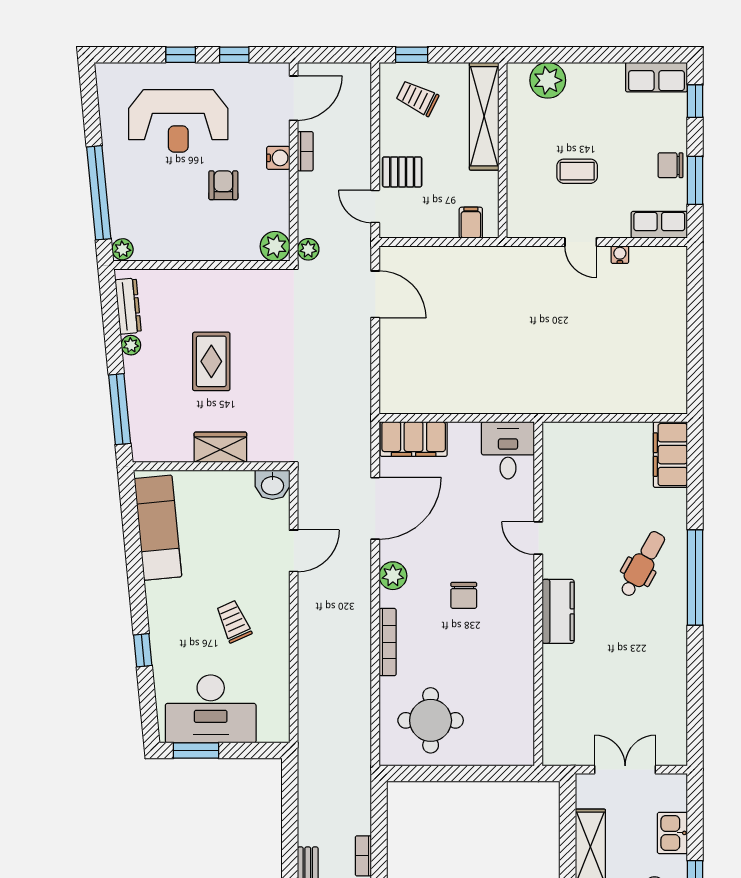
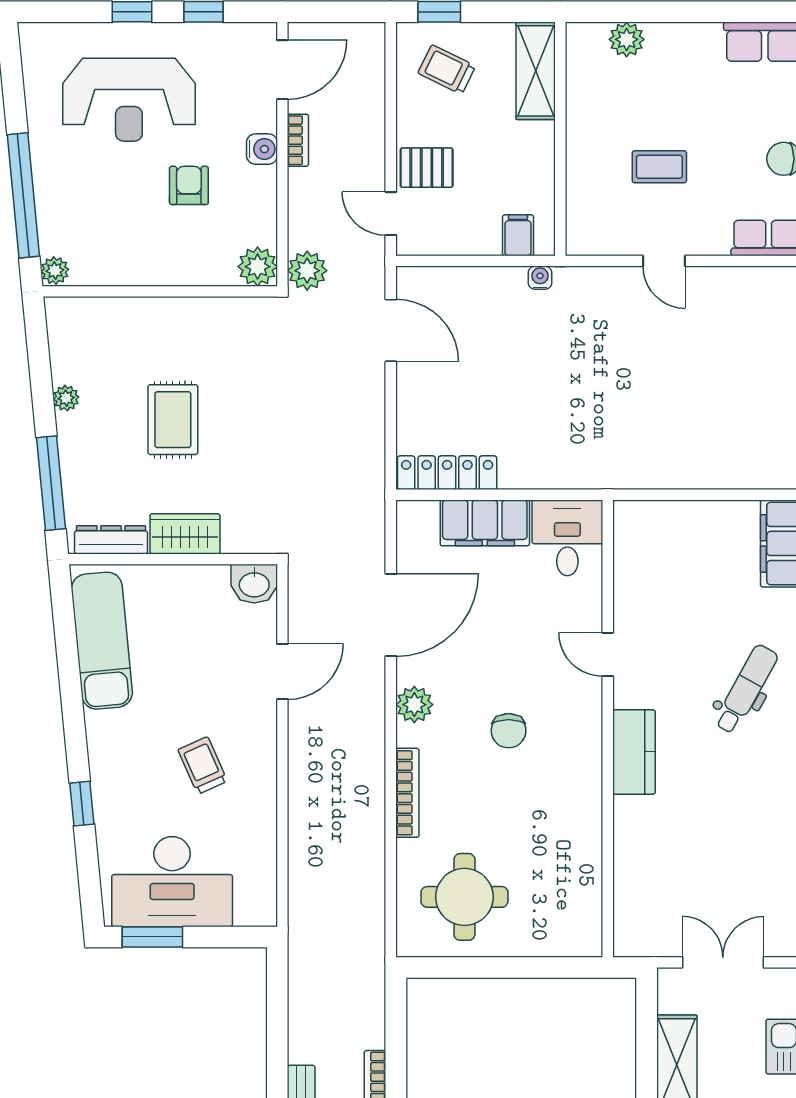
plant: (548, 80) -> (627, 39), width x0.73, depth x0.73
shelving: (484, 116) -> (536, 71), width x0.68
plant: (308, 249) -> (307, 271), width x1.38, depth x1.38
water cooler: (620, 255) -> (540, 278), moved
dresser: (128, 306) -> (111, 540), moved, turned -85
locker: (418, 401) -> (447, 473), added
filing cabinet: (414, 439) -> (485, 523), moved

